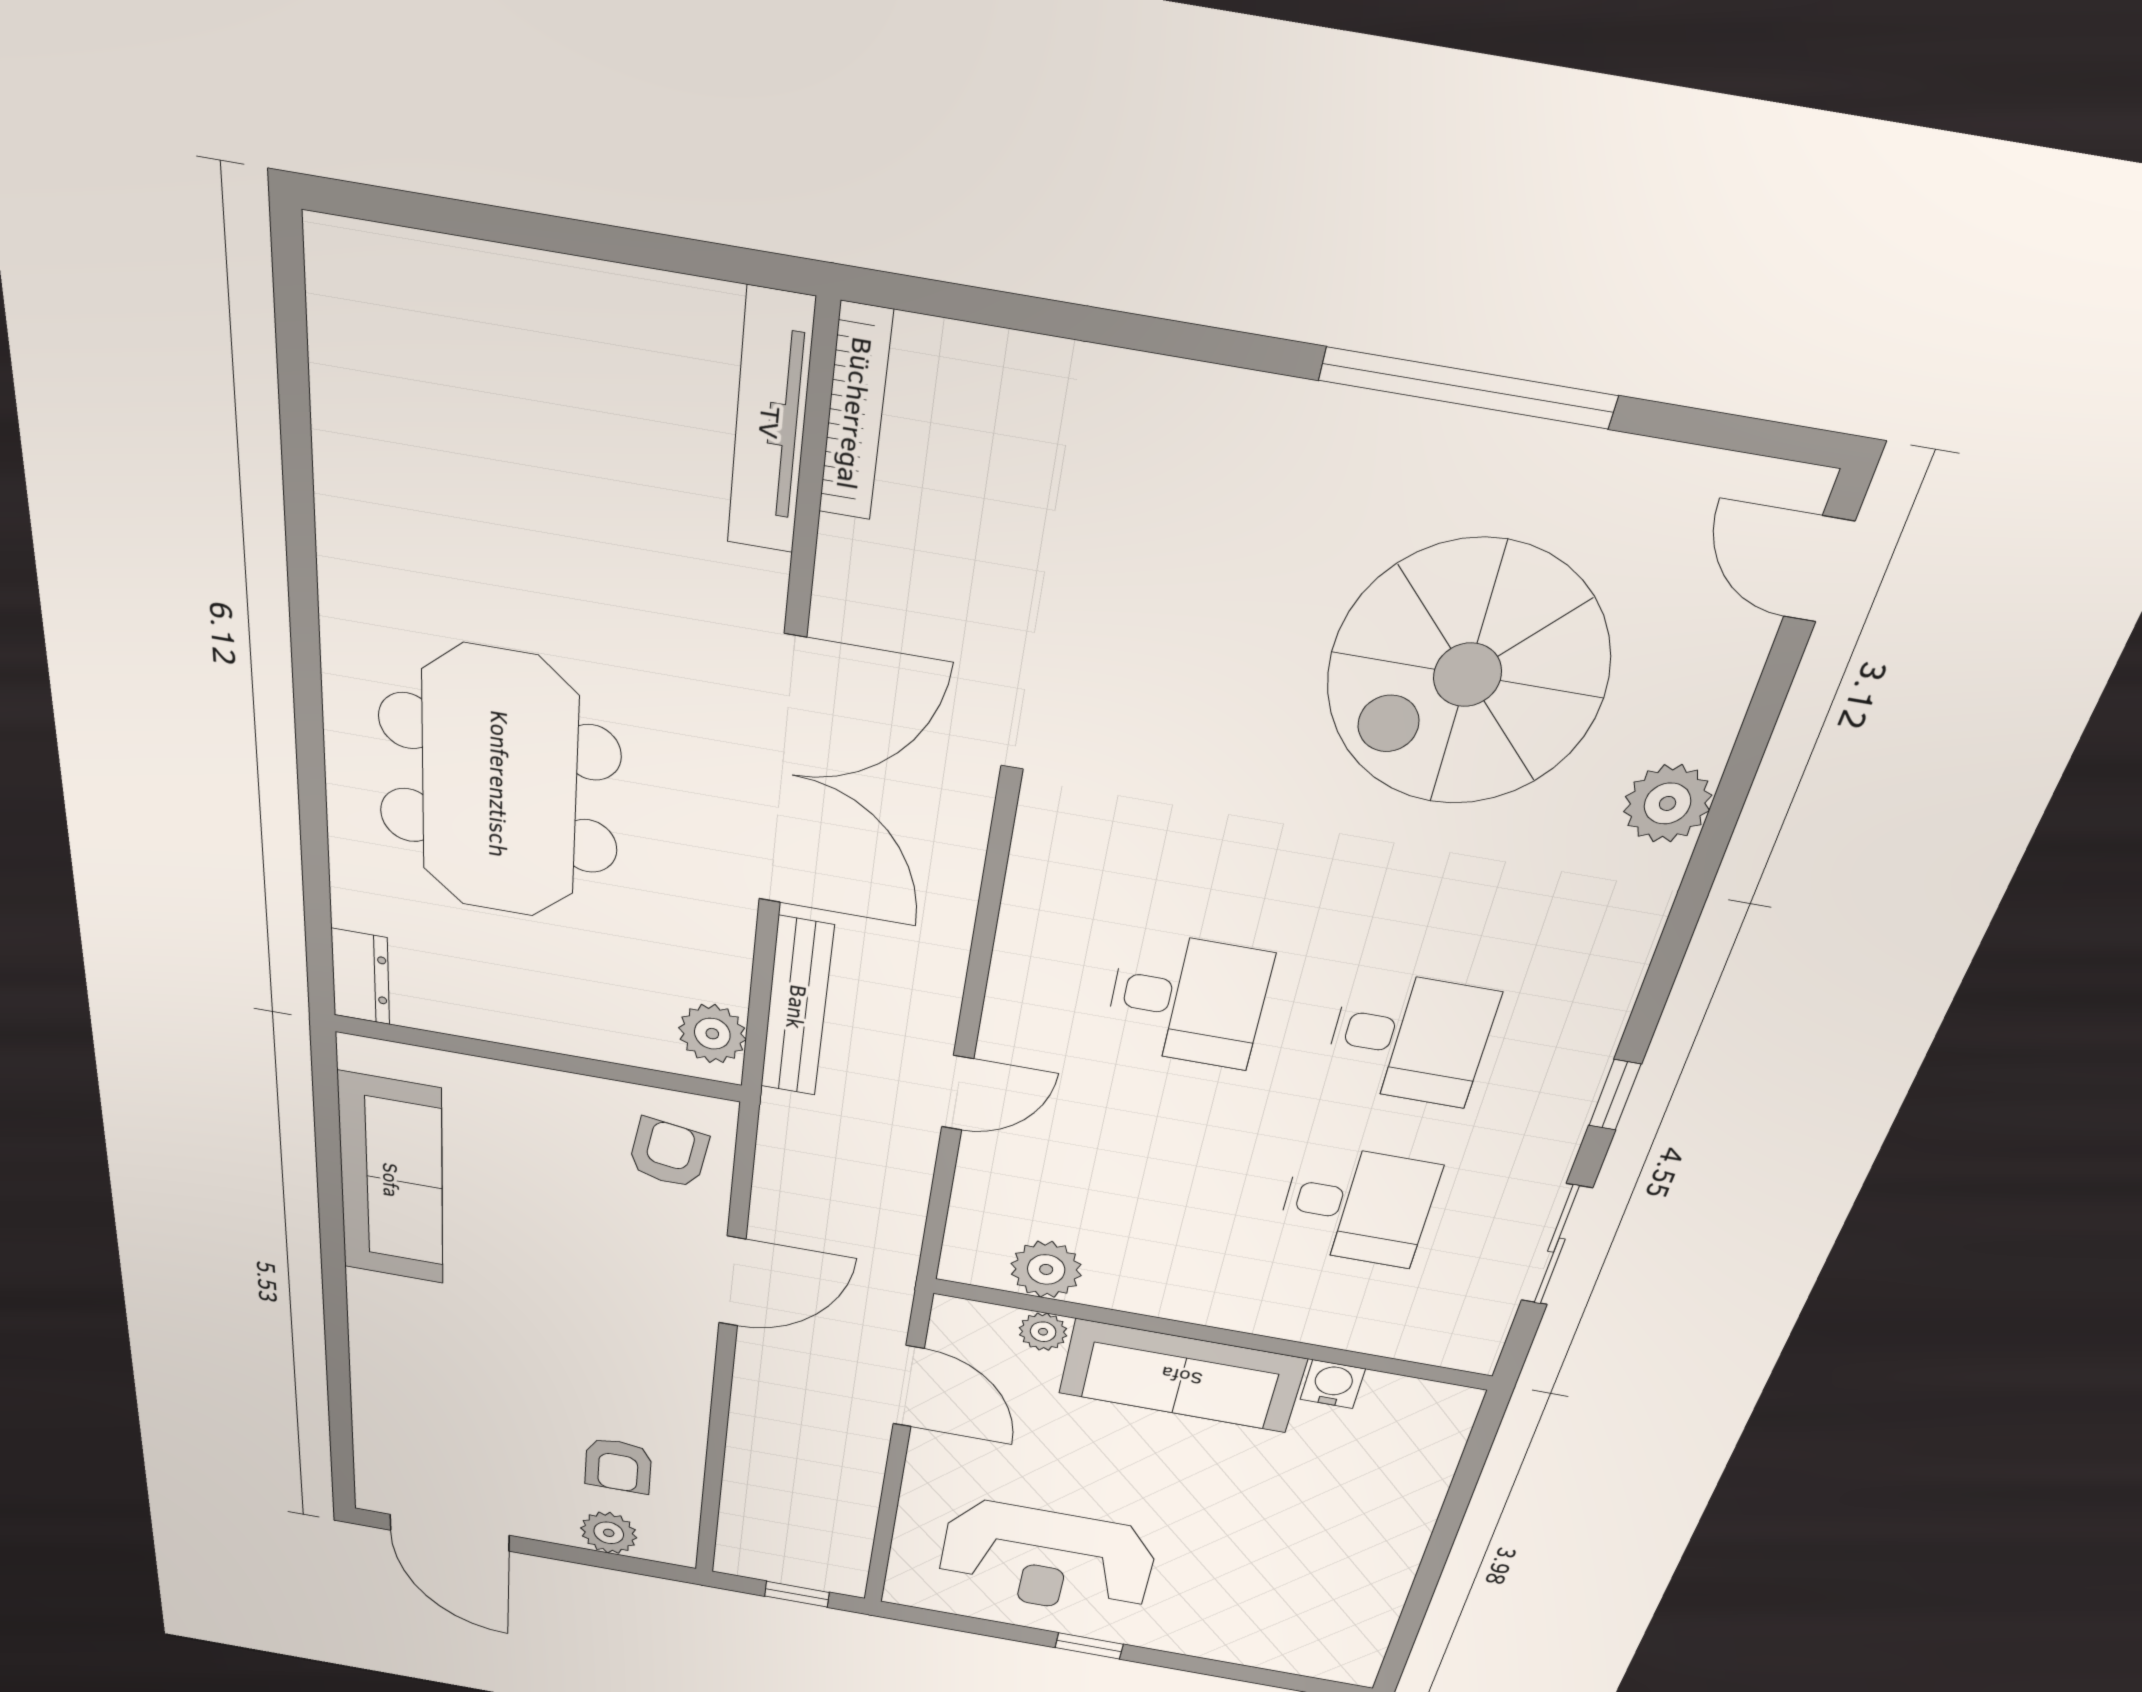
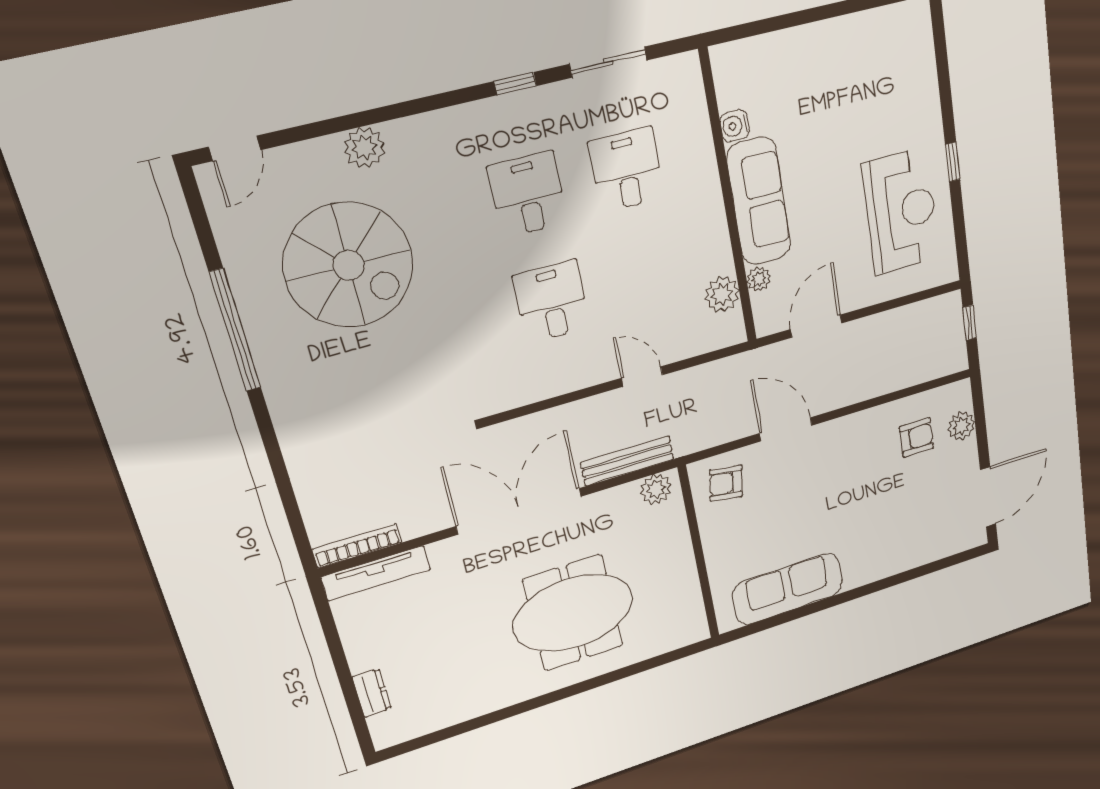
dresser: (361, 977) -> (372, 693), moved, turned 90

